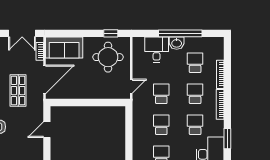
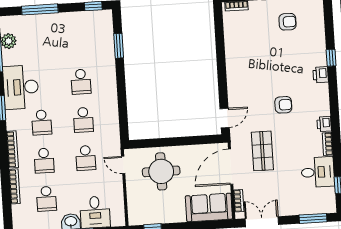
round table: (108, 57) -> (161, 171), moved
door: (131, 86) -> (123, 165), hinge flipped
door: (47, 130) -> (225, 118), moved

